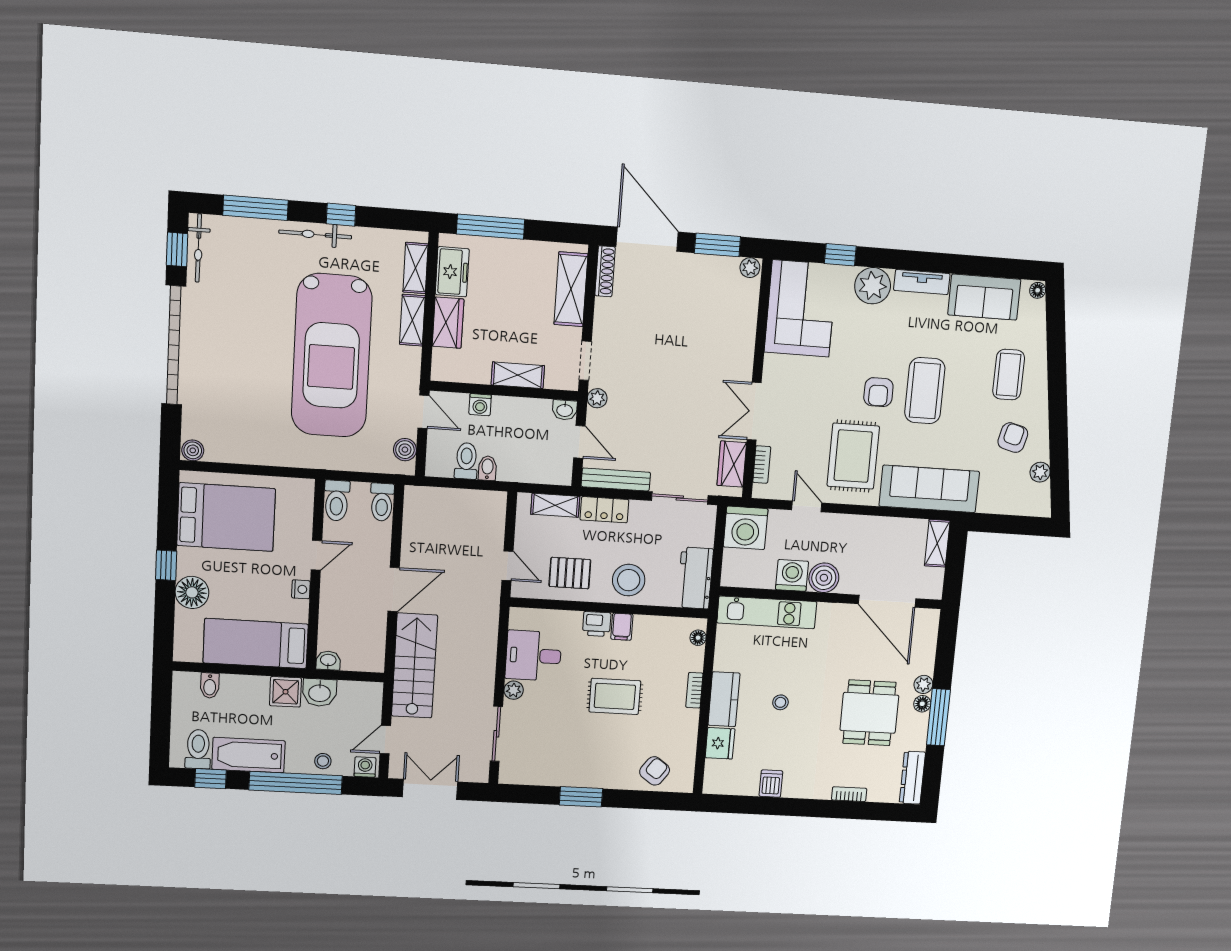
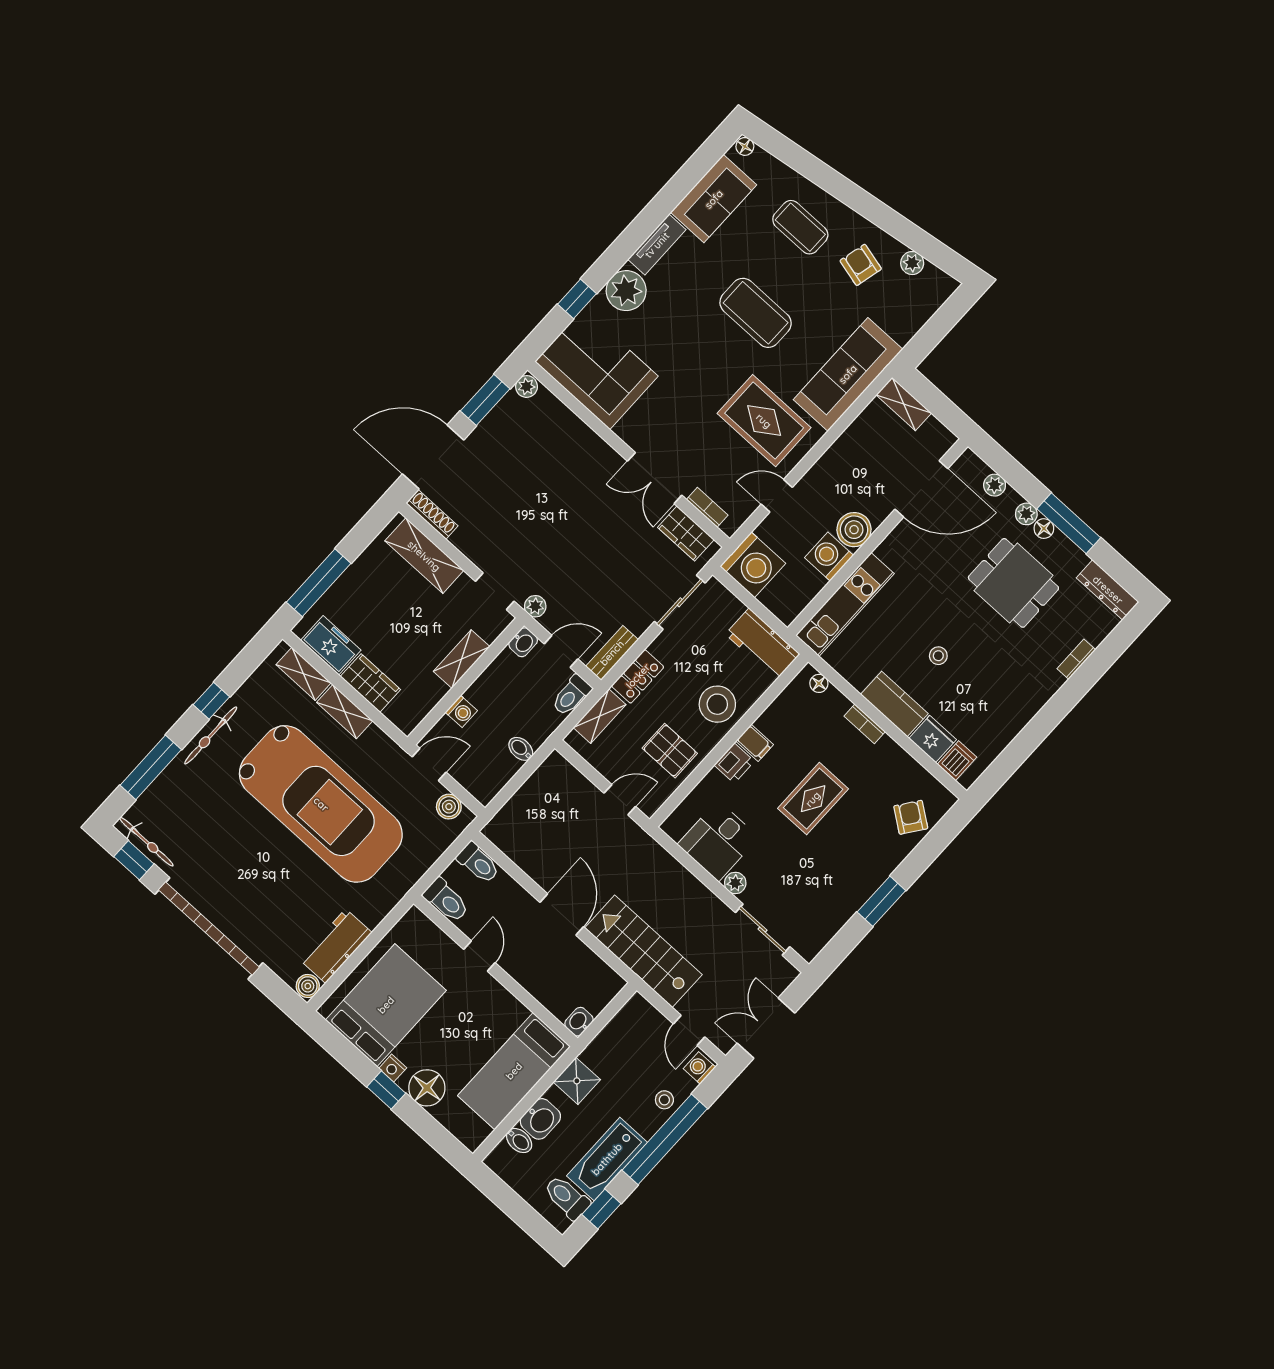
armchair: (878, 392) -> (724, 355), removed
workbench: (238, 448) -> (336, 946), added
toilet: (466, 461) -> (571, 695), moved, turned -90
bench: (616, 479) -> (612, 653), width x0.73
pallet: (570, 573) -> (670, 751), turned 90
nightstand: (301, 589) -> (393, 1068), moved, turned 180
plant: (927, 648) -> (995, 485), added
washbasin: (320, 692) -> (540, 1119), moved
dishwasher: (771, 784) -> (957, 761), moved, turned 90

